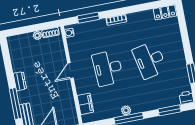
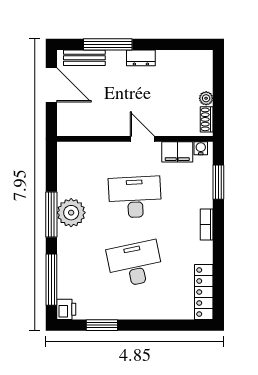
locker: (165, 12) -> (204, 292), width x1.53
filing cabinet: (85, 104) -> (177, 152), moved
plant: (126, 110) -> (71, 213), width x1.87, depth x1.87
window: (170, 110) -> (51, 280), width x1.44

